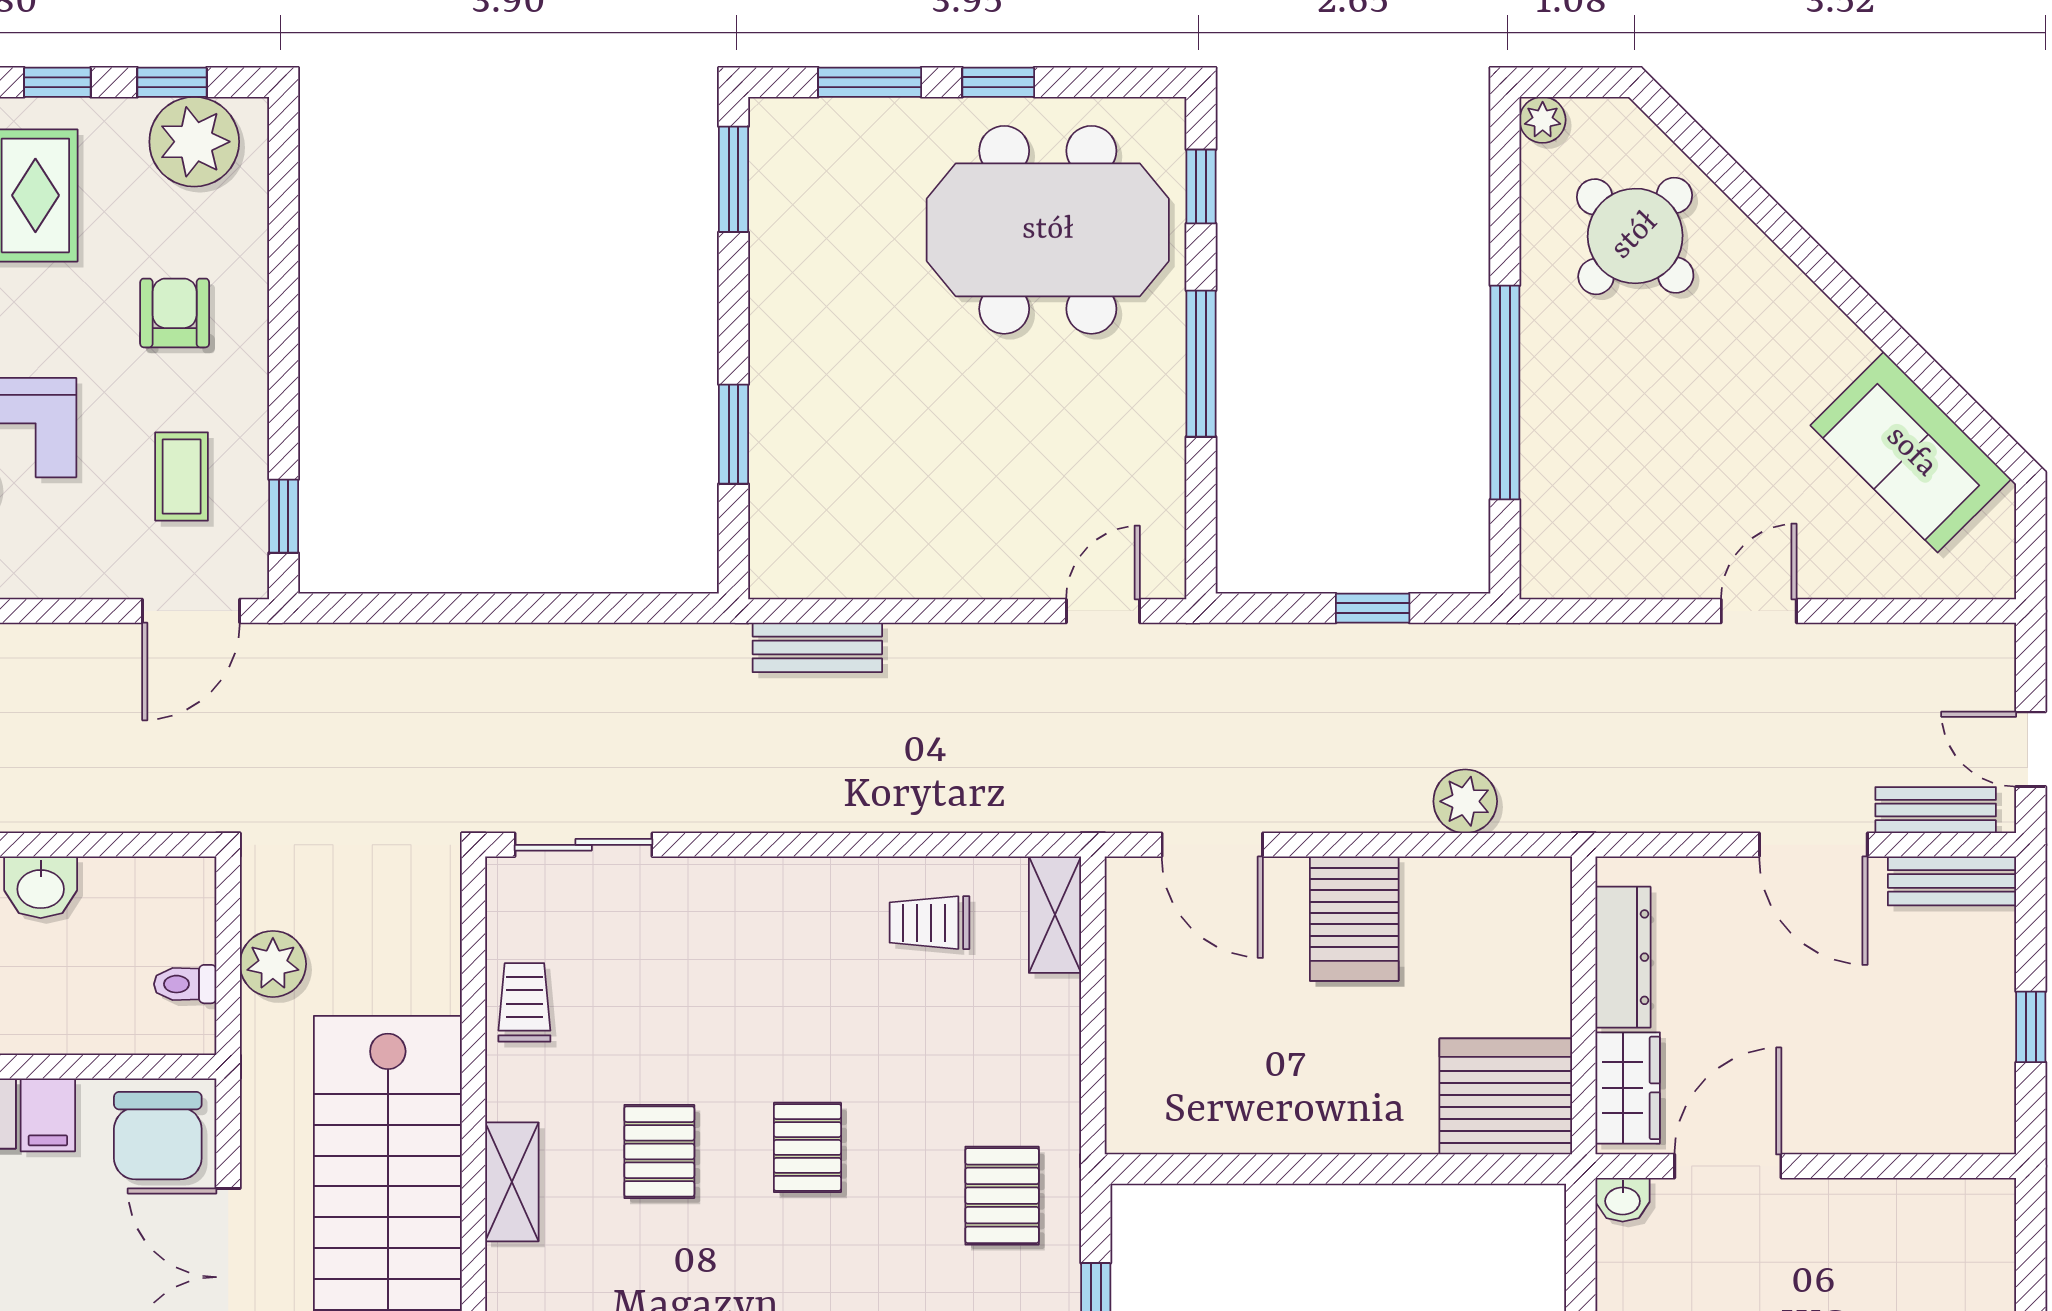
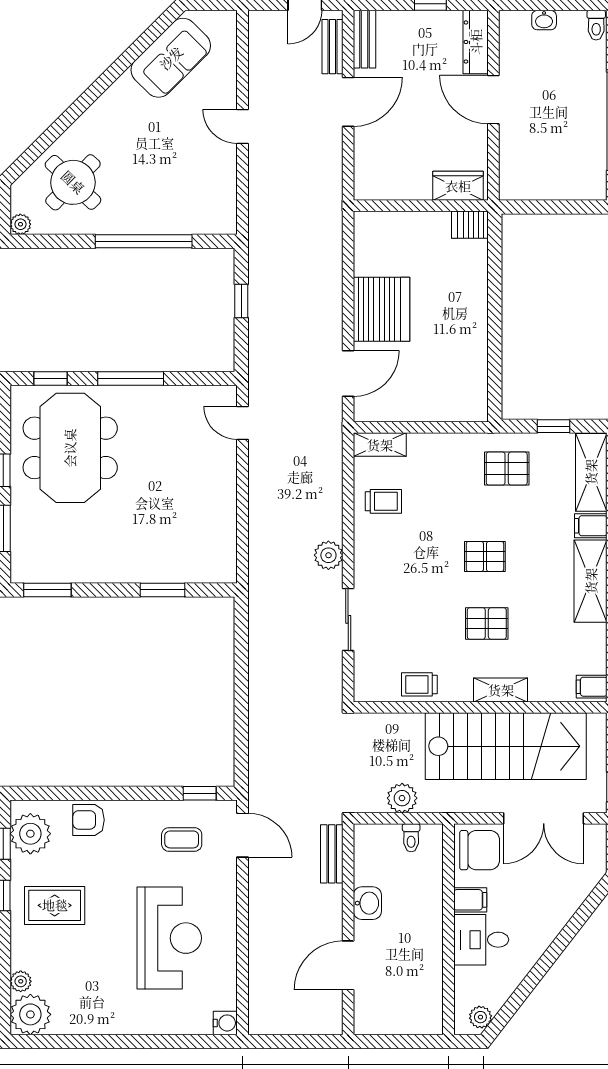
armchair: (175, 313) -> (89, 820), moved
bench: (817, 647) -> (332, 854), moved
plant: (1465, 801) -> (328, 555), moved
sliding door: (584, 845) -> (348, 619), moved
server rack: (1354, 919) -> (382, 309), width x1.60
trolley: (930, 923) -> (383, 501), turned -90
dresser: (1623, 957) -> (476, 42), moved, turned -90
server rack: (1506, 1096) -> (470, 225), width x0.46, depth x0.70
door: (1728, 1166) -> (493, 100), moved
washbasin: (1623, 1200) -> (544, 20), moved, turned 90

